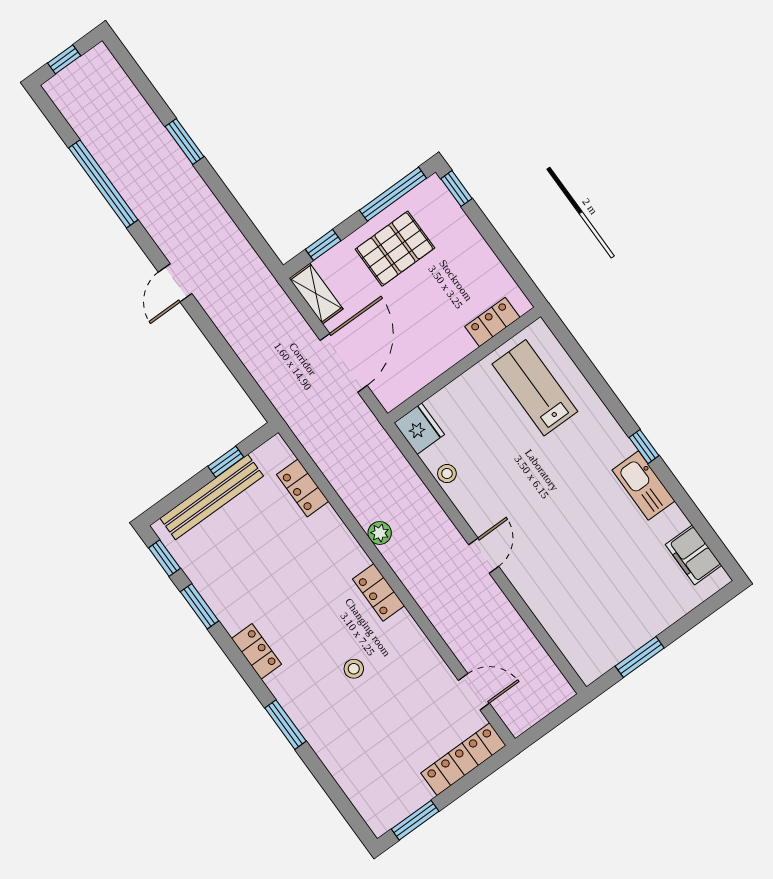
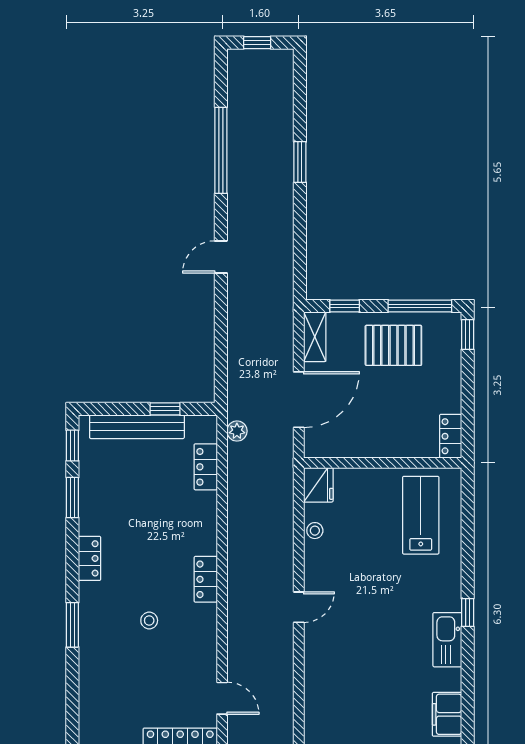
locker: (492, 322) -> (451, 436), moved, turned -90
plant: (380, 533) -> (237, 431), moved

